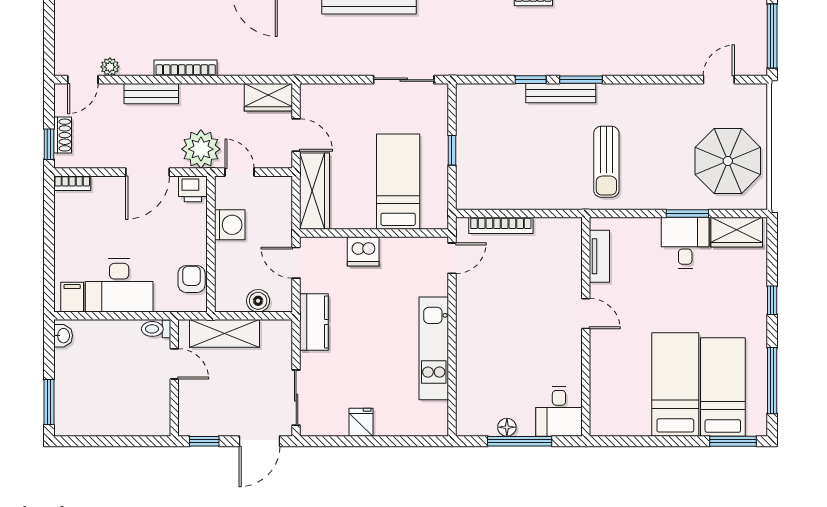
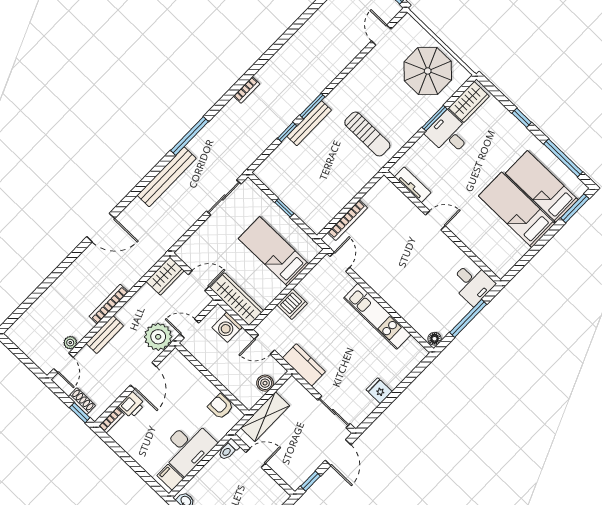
printer: (193, 189) -> (132, 405), moved
washing machine: (230, 225) -> (227, 327), moved, turned 180
floor lamp: (507, 427) -> (434, 339), moved

